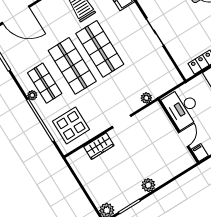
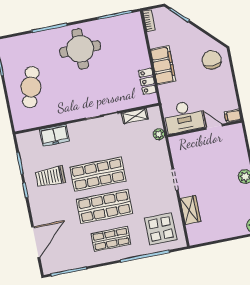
shelving: (166, 63) -> (135, 116), added
plant: (32, 95) -> (118, 255), removed
plant: (146, 98) -> (159, 134), moved

